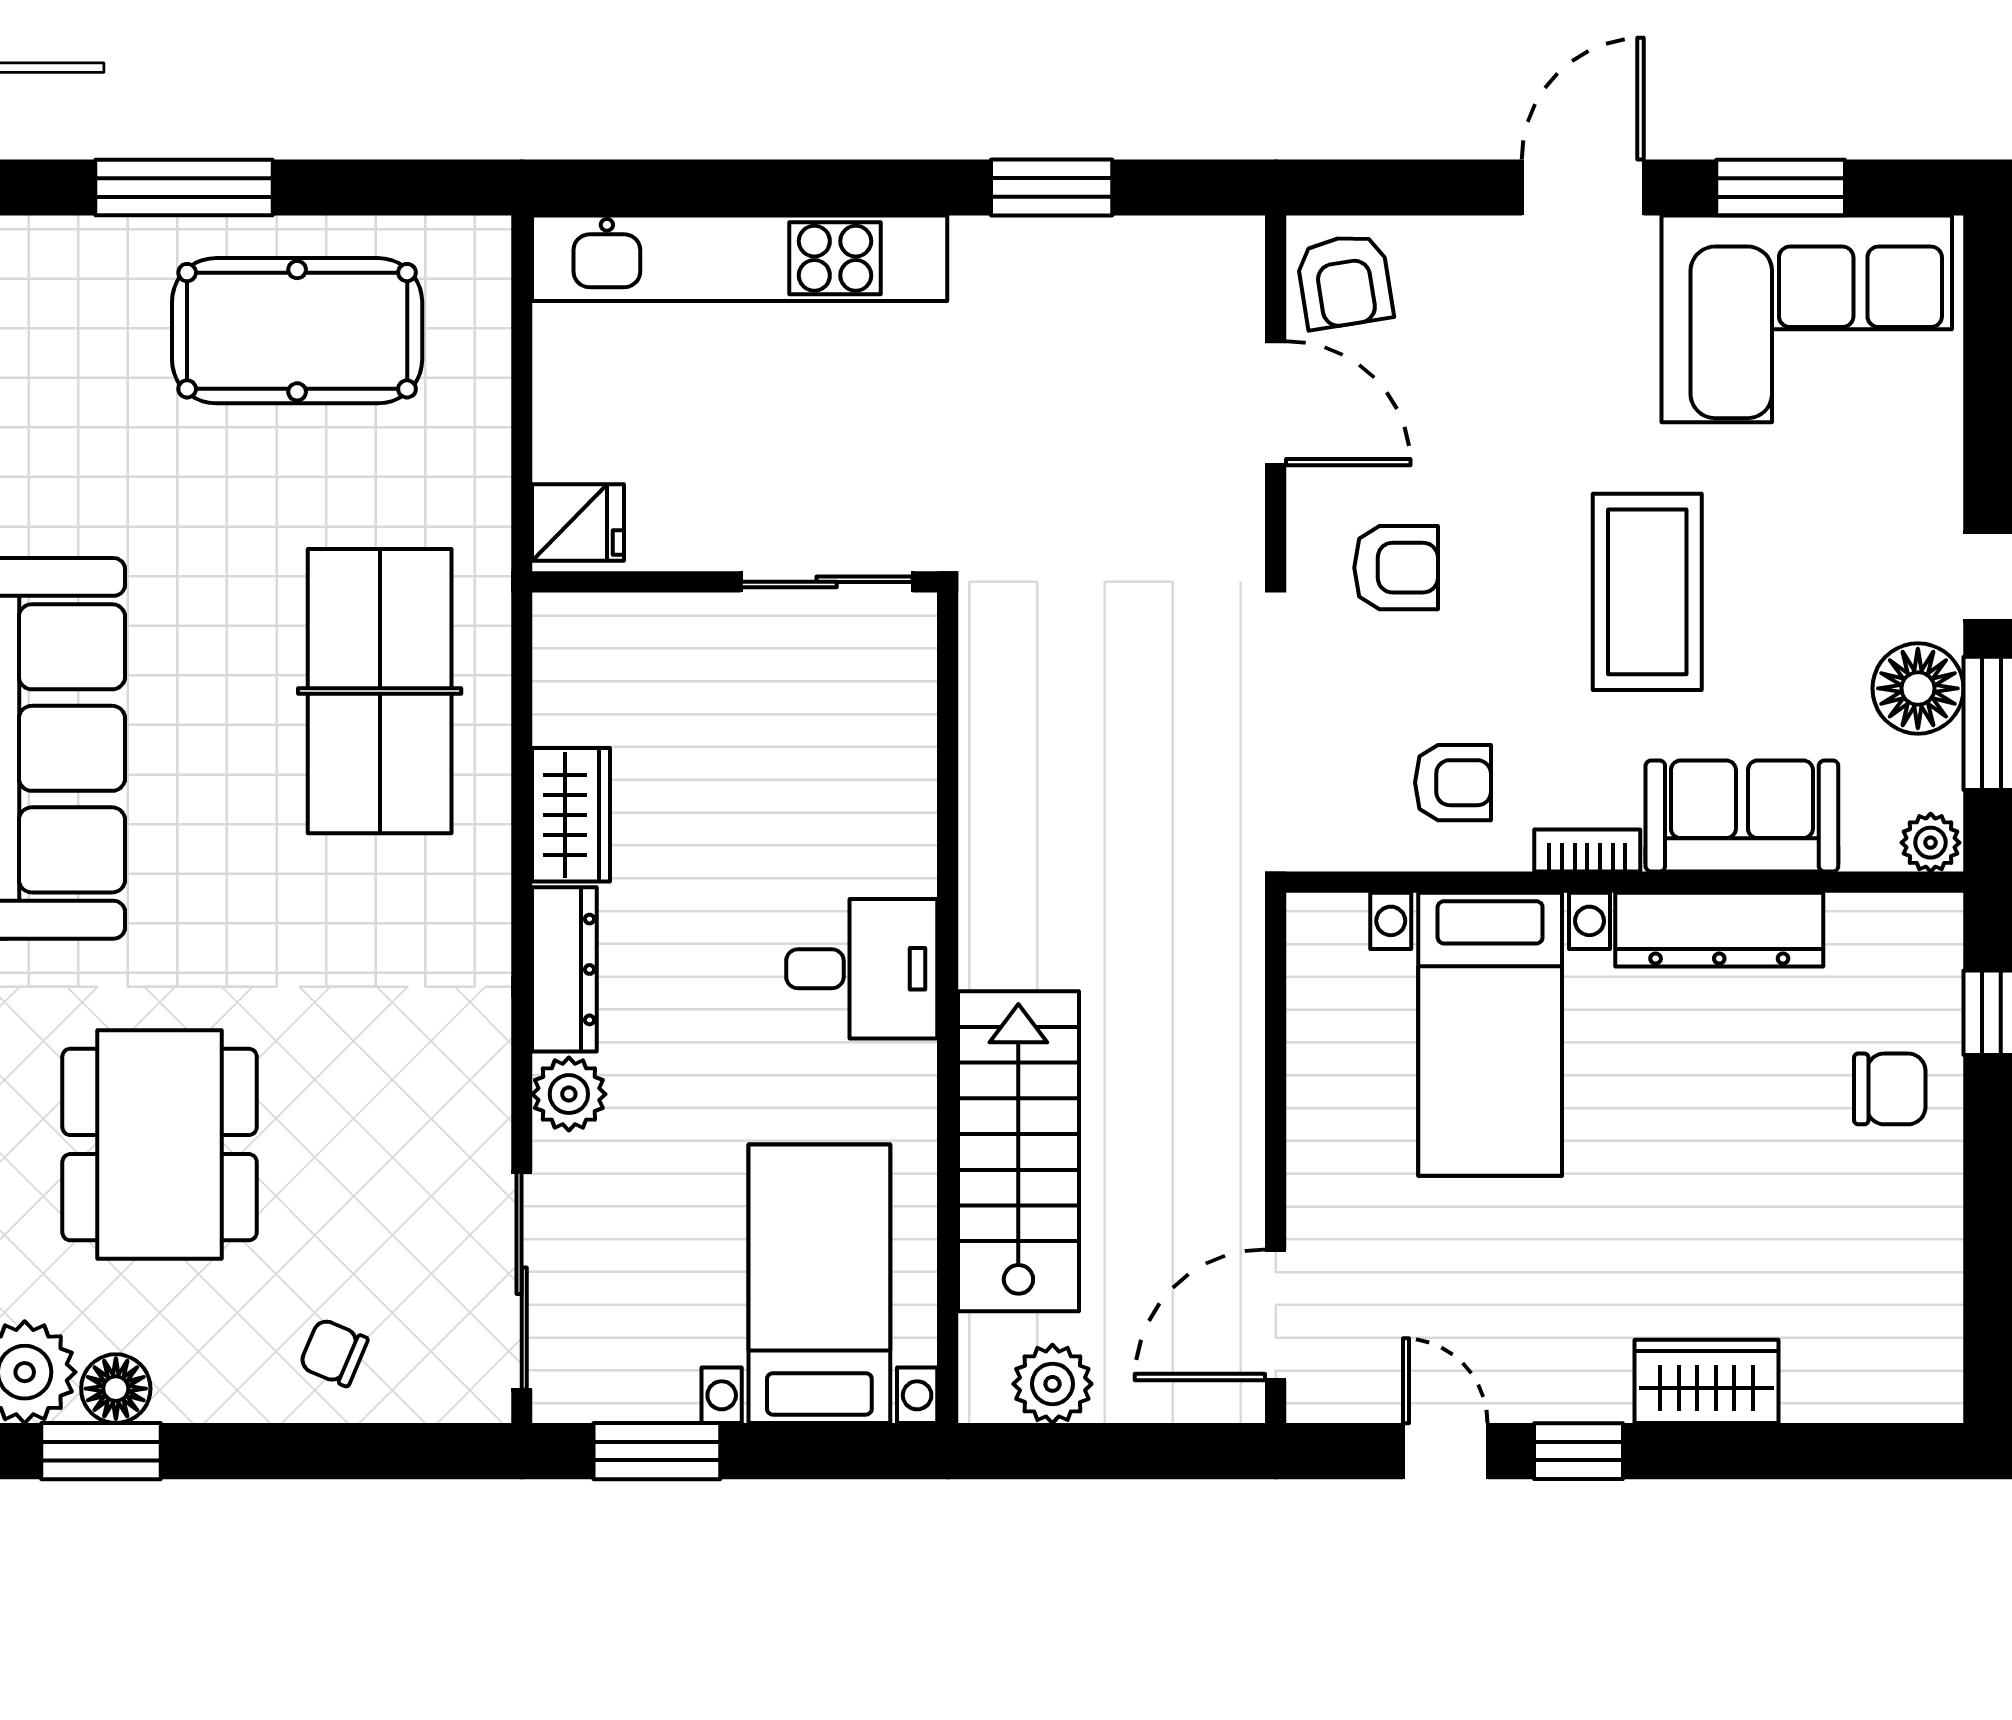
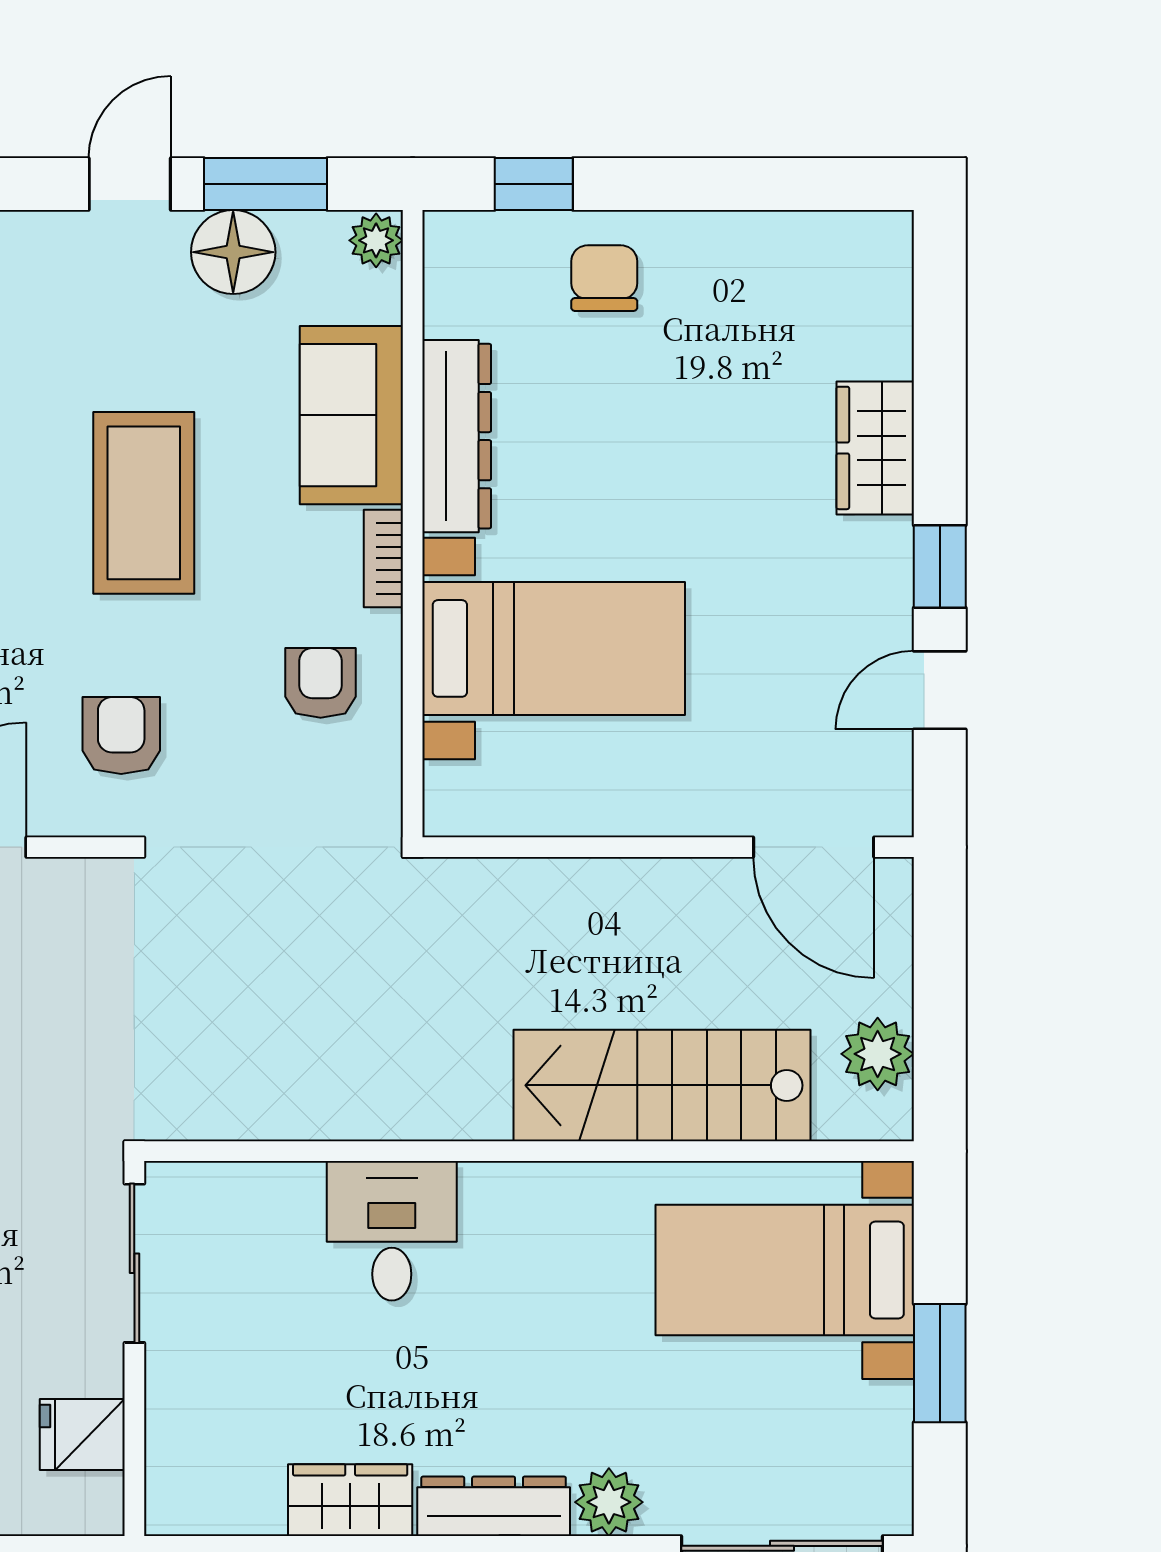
fridge: (578, 523) -> (82, 1435), moved, turned -90
coffee table: (1647, 592) -> (144, 503), turned 90
desk: (862, 969) -> (392, 1231), moved
window: (657, 1451) -> (940, 1363), moved

